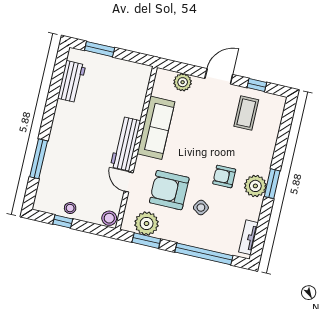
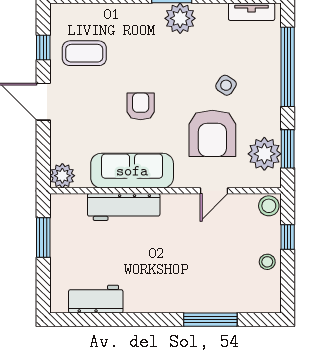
window: (100, 49) -> (43, 237), moved
plant: (183, 82) -> (62, 176), moved
workbench: (125, 144) -> (124, 207), moved
armchair: (224, 176) -> (141, 106), moved, turned 180
window: (63, 221) -> (288, 237), moved

